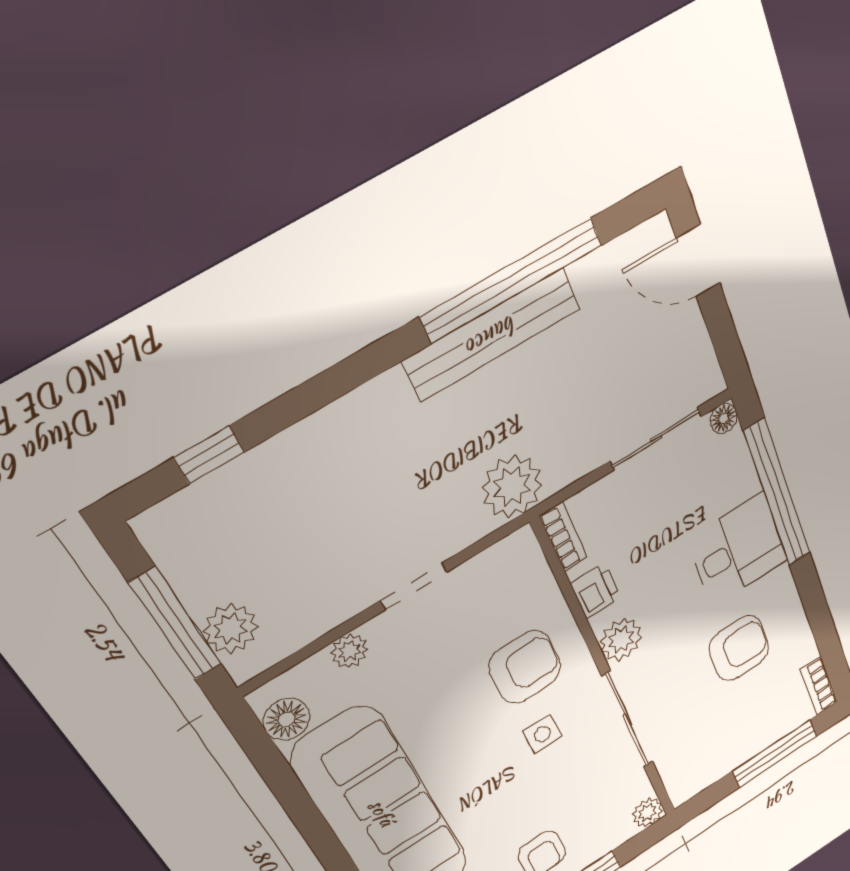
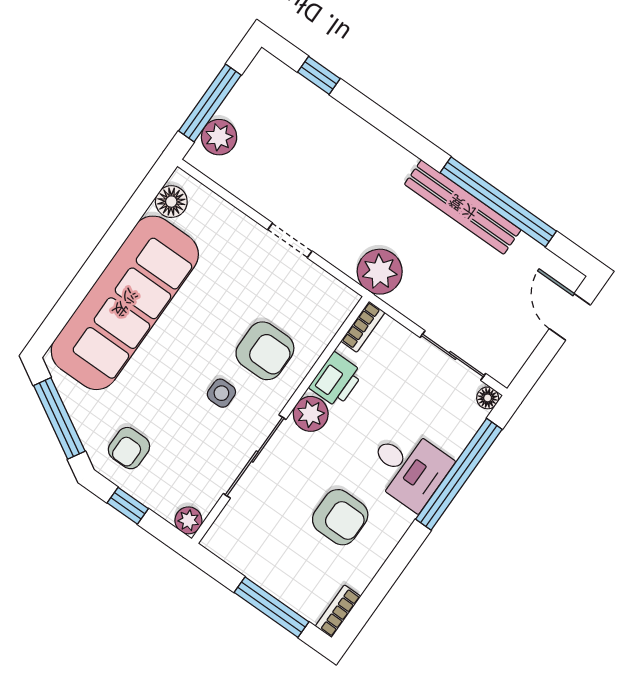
printer: (596, 591) -> (336, 380), width x1.36, depth x1.24
plant: (349, 651) -> (232, 220), removed

